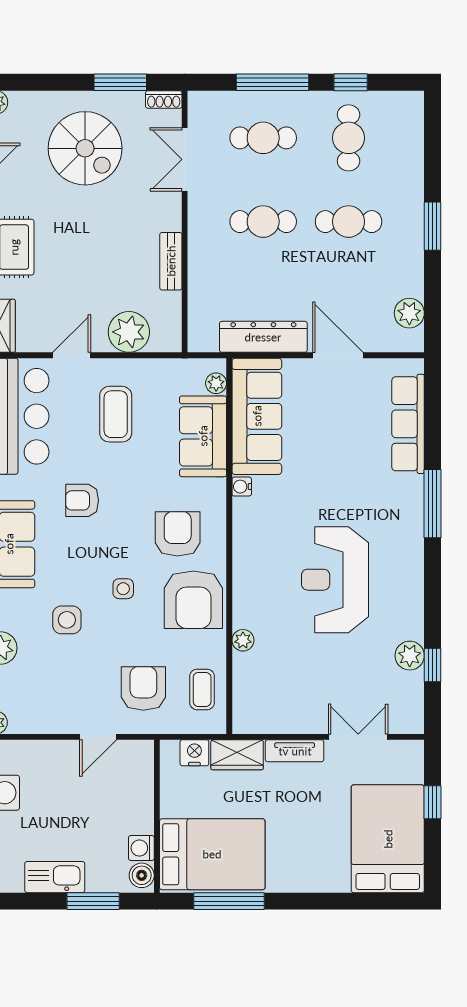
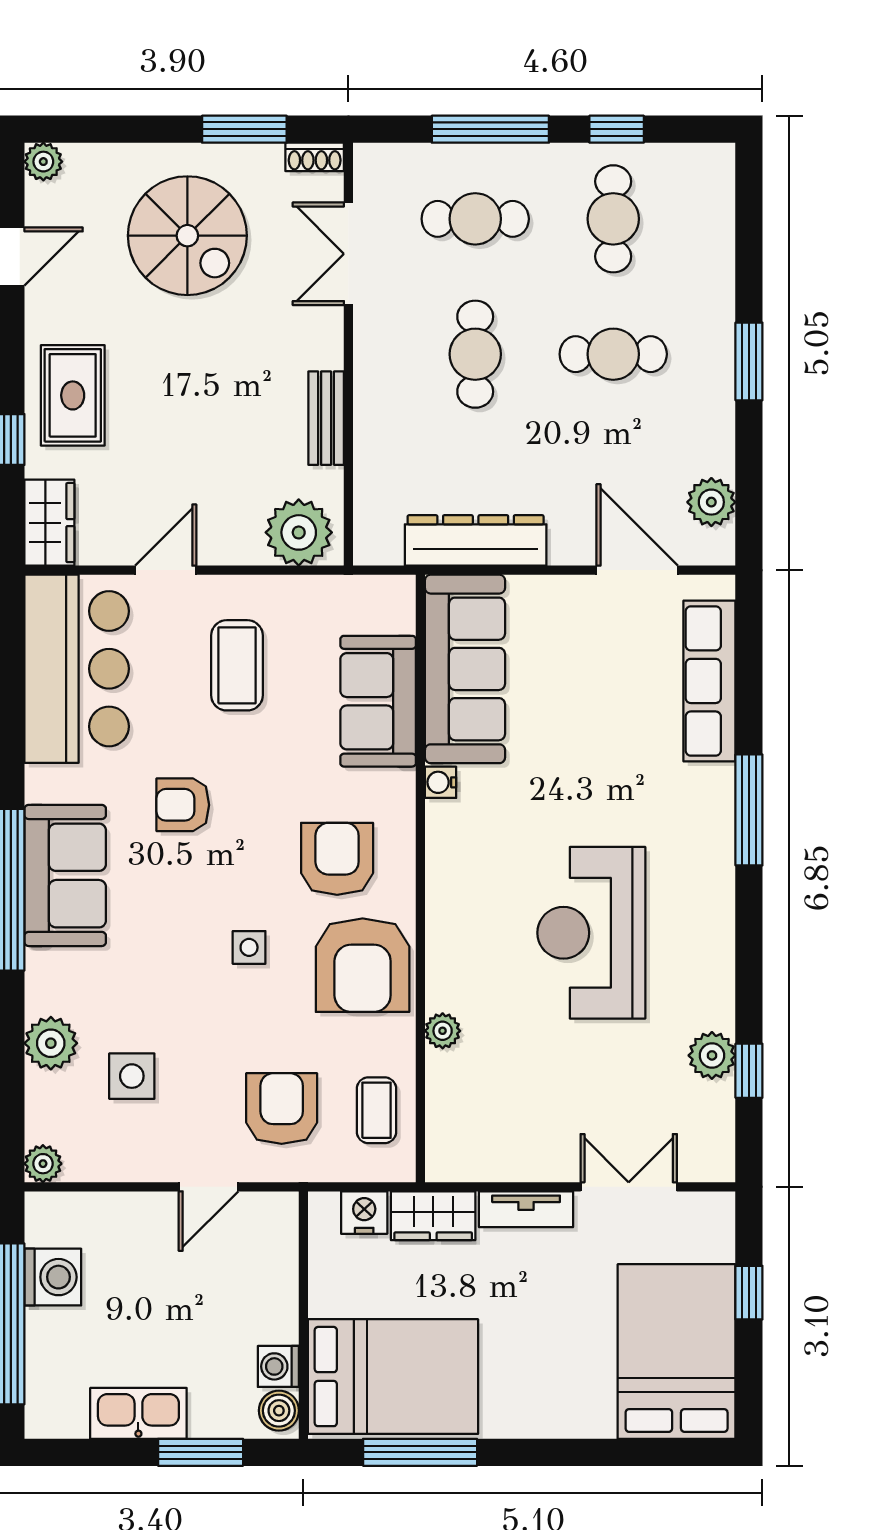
cafe table: (263, 222) -> (475, 354), turned 90
plant: (129, 332) -> (299, 532), moved
door: (338, 355) -> (637, 570), moved
plant: (216, 383) -> (399, 615), removed
side table: (67, 620) -> (132, 1076), moved

